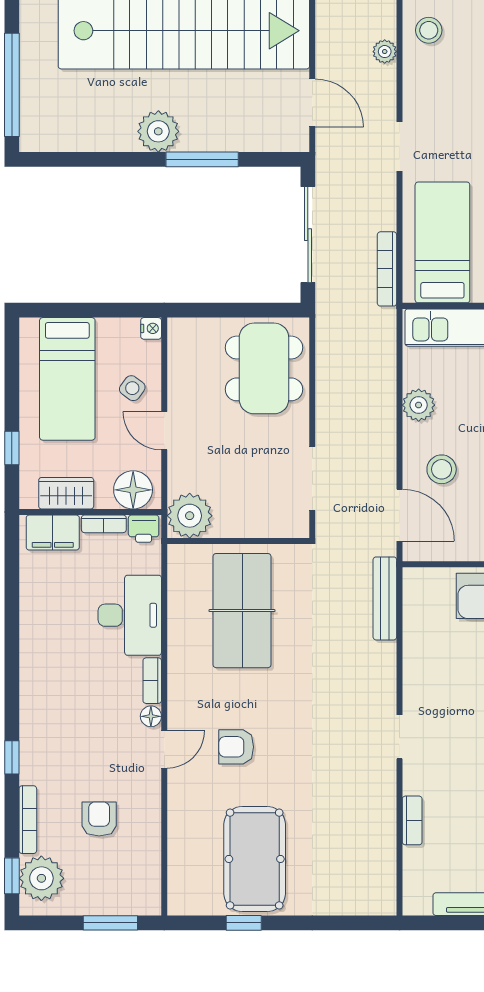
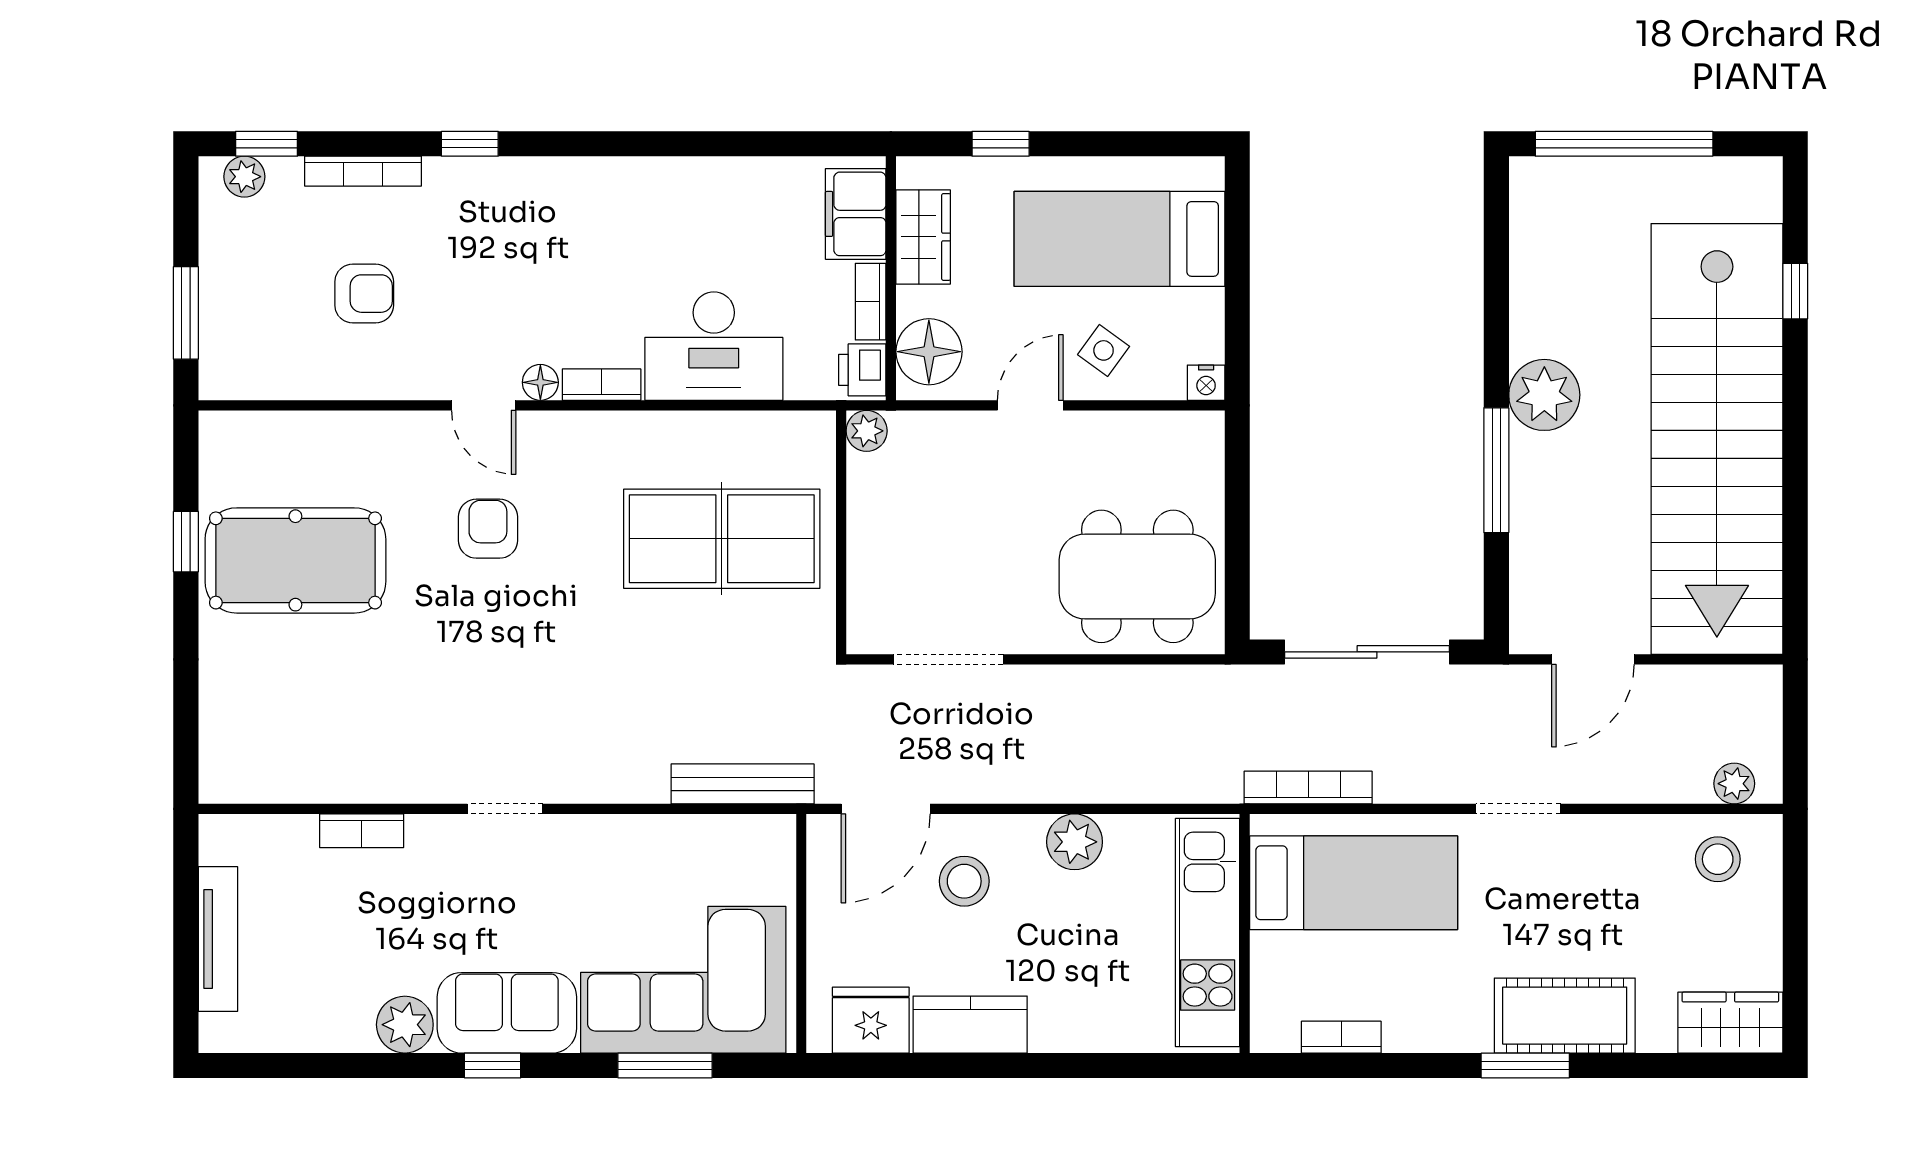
plant: (385, 52) -> (1734, 784), moved
plant: (190, 516) -> (867, 431), width x0.53, depth x0.53
plant: (41, 878) -> (244, 177), width x0.53, depth x0.53

